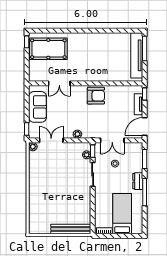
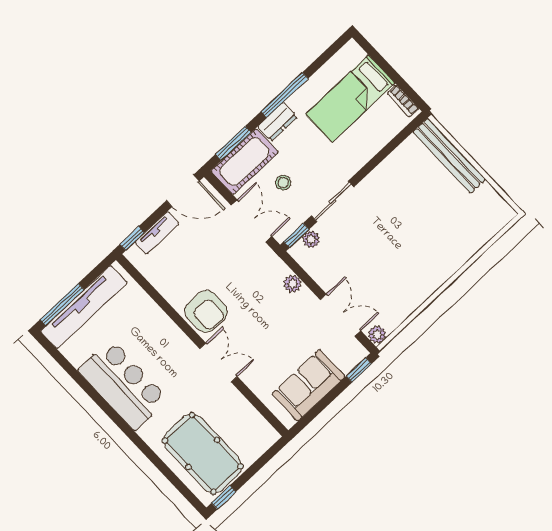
bar counter: (98, 44) -> (123, 385), added
double door: (59, 83) -> (218, 363), moved
armchair: (96, 96) -> (206, 311), turned 180
double door: (51, 140) -> (340, 315), swing flipped
cot: (135, 157) -> (245, 162), added

